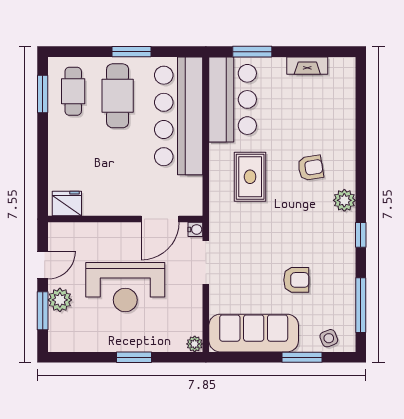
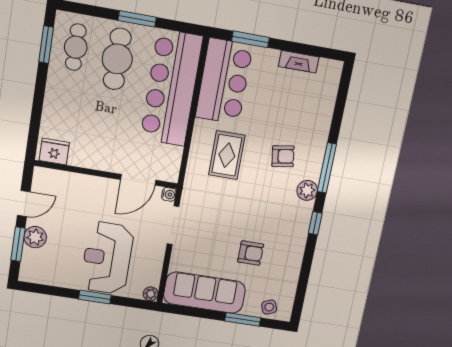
reception desk: (125, 287) -> (107, 258), moved, turned 90
window: (361, 305) -> (327, 168), moved

